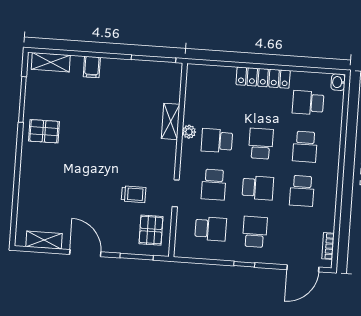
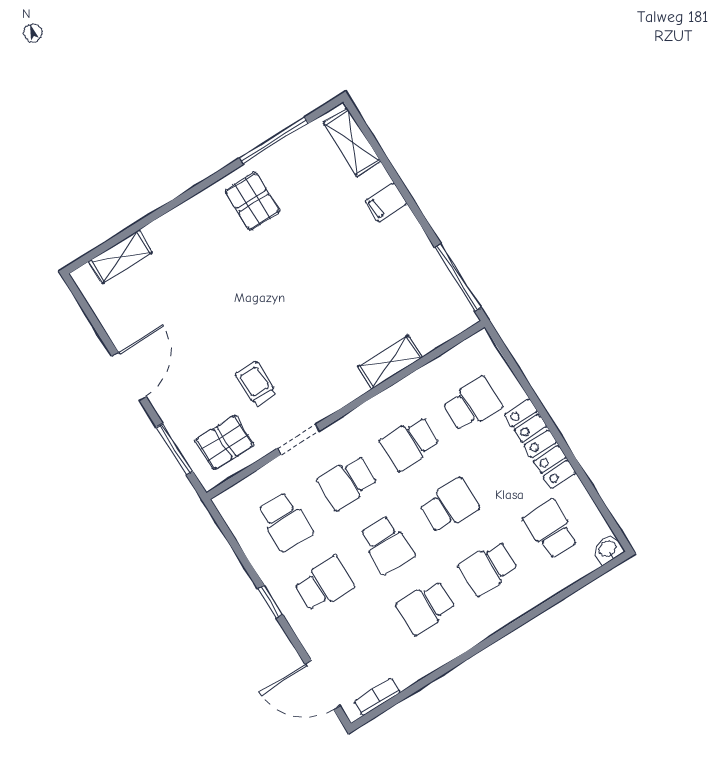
school desk: (220, 96) -> (472, 404), added
plant: (189, 132) -> (394, 397), removed
school desk: (217, 141) -> (410, 443), turned -90
trolley: (134, 194) -> (256, 384), turned 180
shelving: (44, 240) -> (120, 257), moved, turned 90

